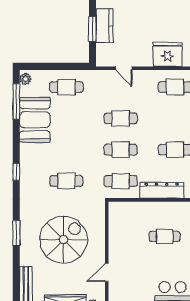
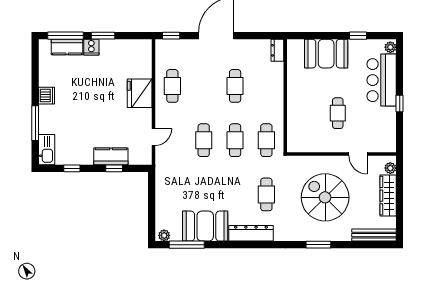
window: (92, 29) -> (114, 168), width x0.67
cafe table: (66, 87) -> (172, 194), removed
window: (16, 172) -> (257, 245), removed
dresser: (162, 190) -> (251, 233), moved, turned 90
cafe table: (165, 236) -> (338, 113), moved

